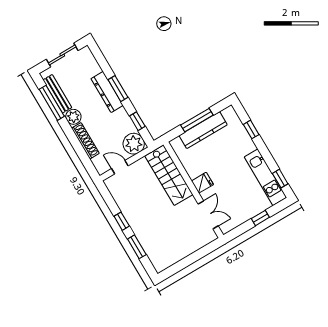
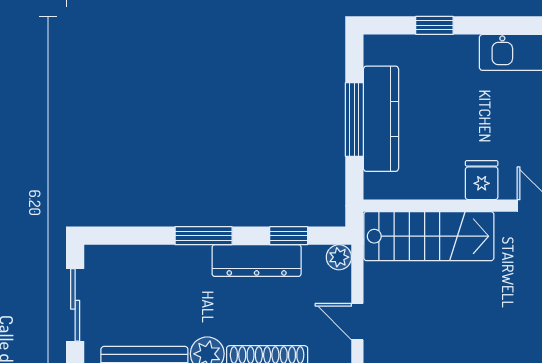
dresser: (107, 92) -> (257, 261), moved
plant: (134, 144) -> (339, 257), width x0.53, depth x0.53
door: (120, 167) -> (357, 322), hinge flipped

